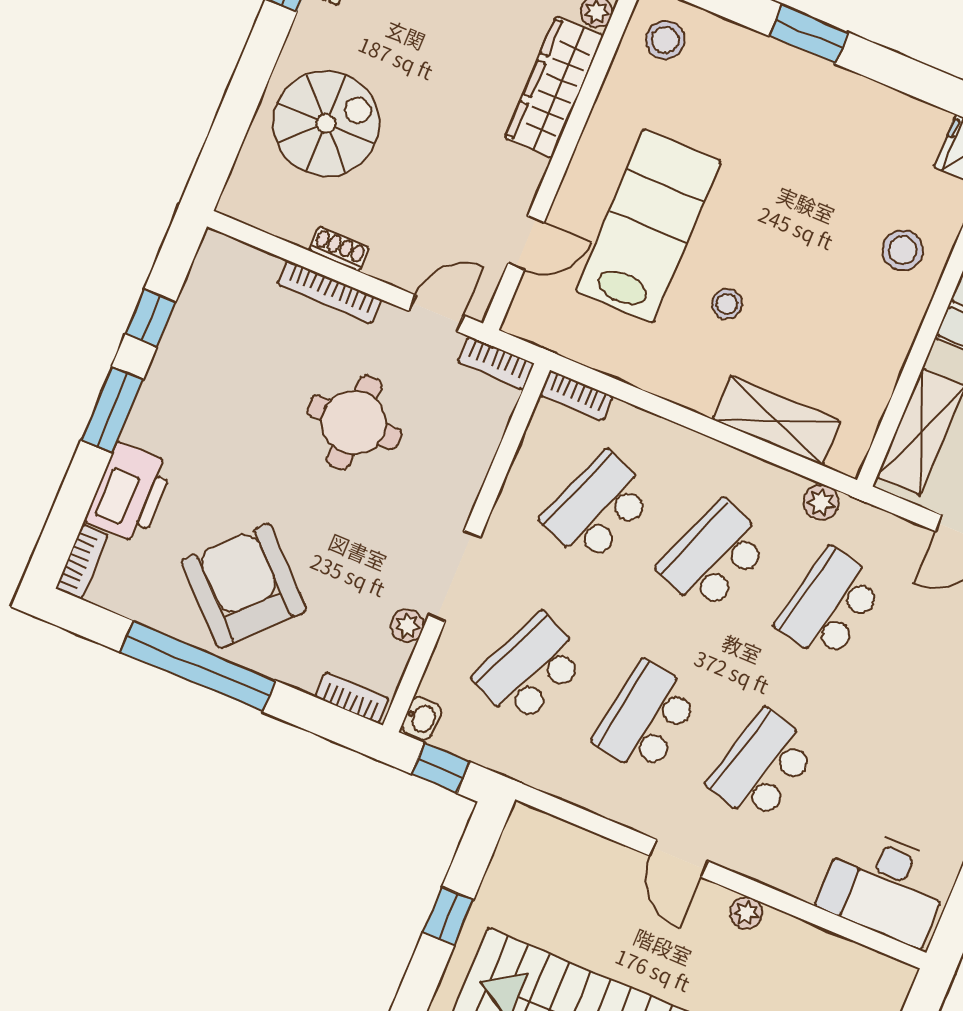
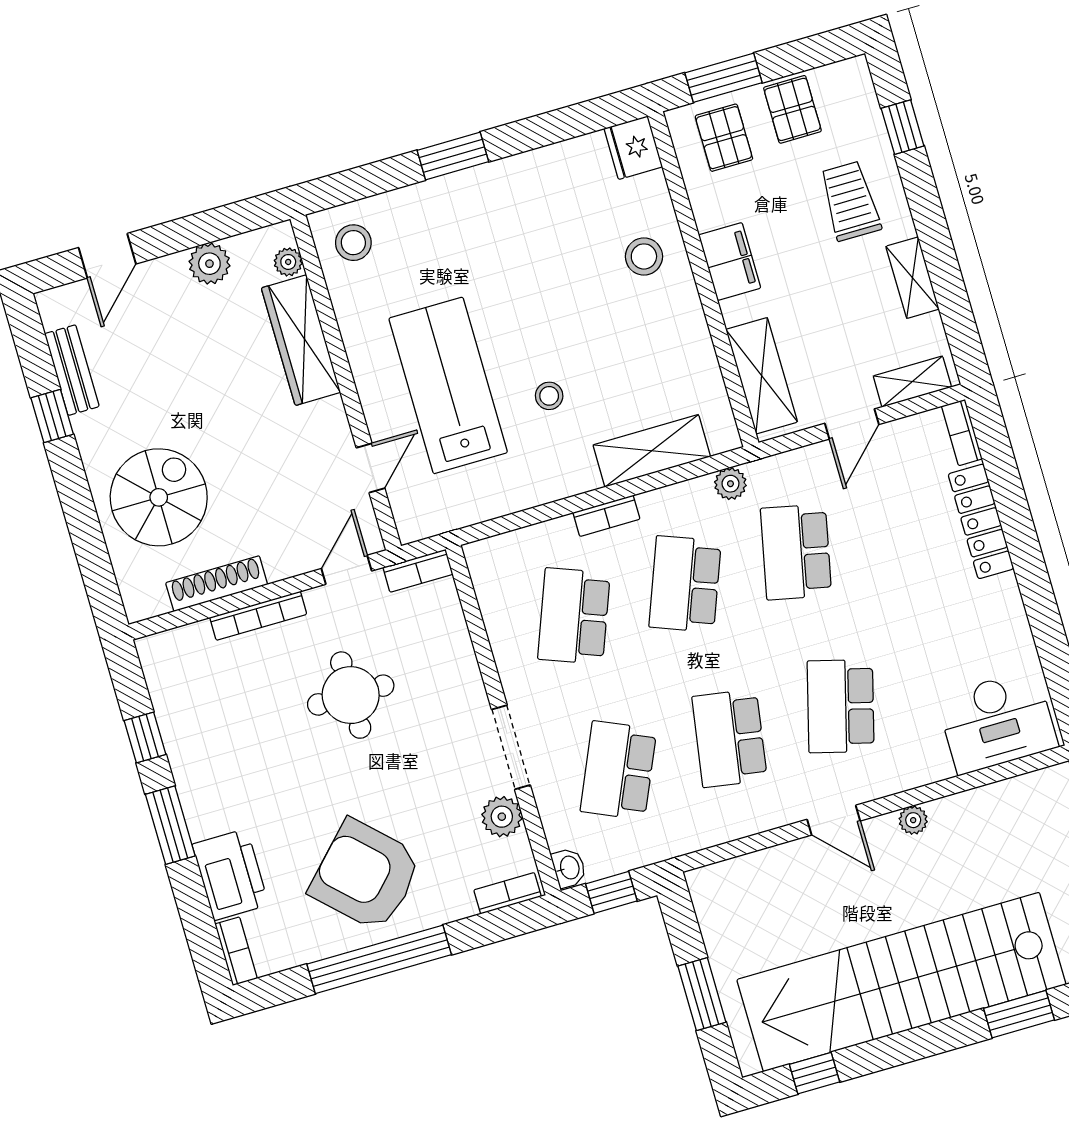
shoe rack: (339, 249) -> (217, 584), width x1.94, depth x1.24
bookcase: (576, 396) -> (606, 516), moved
plant: (407, 626) -> (502, 817), width x1.38, depth x1.38
window: (448, 916) -> (702, 994), width x1.50

